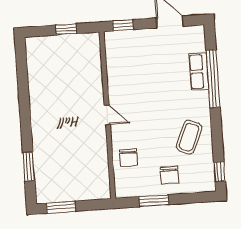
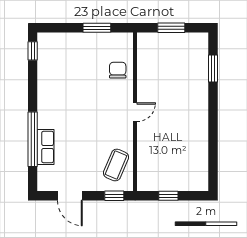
door: (107, 115) -> (135, 112), swing flipped
coffee table: (189, 137) -> (116, 165), moved
chair: (170, 175) -> (80, 51), removed
window: (61, 207) -> (171, 28), moved

